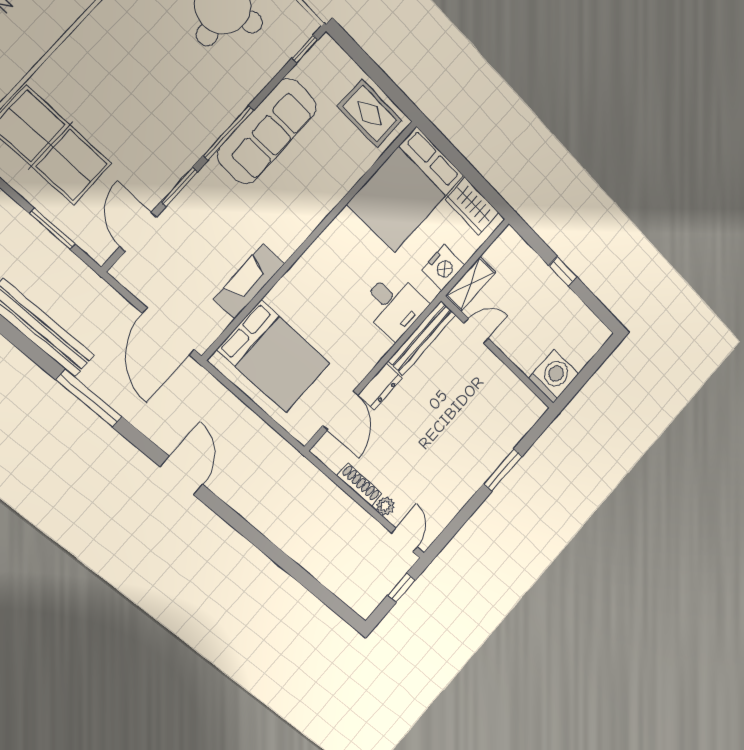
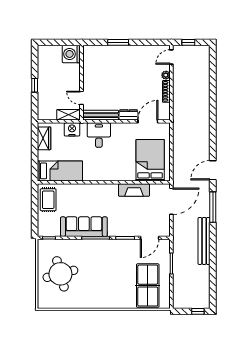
bed: (405, 190) -> (60, 171), width x0.67
door: (181, 476) -> (213, 170), moved

